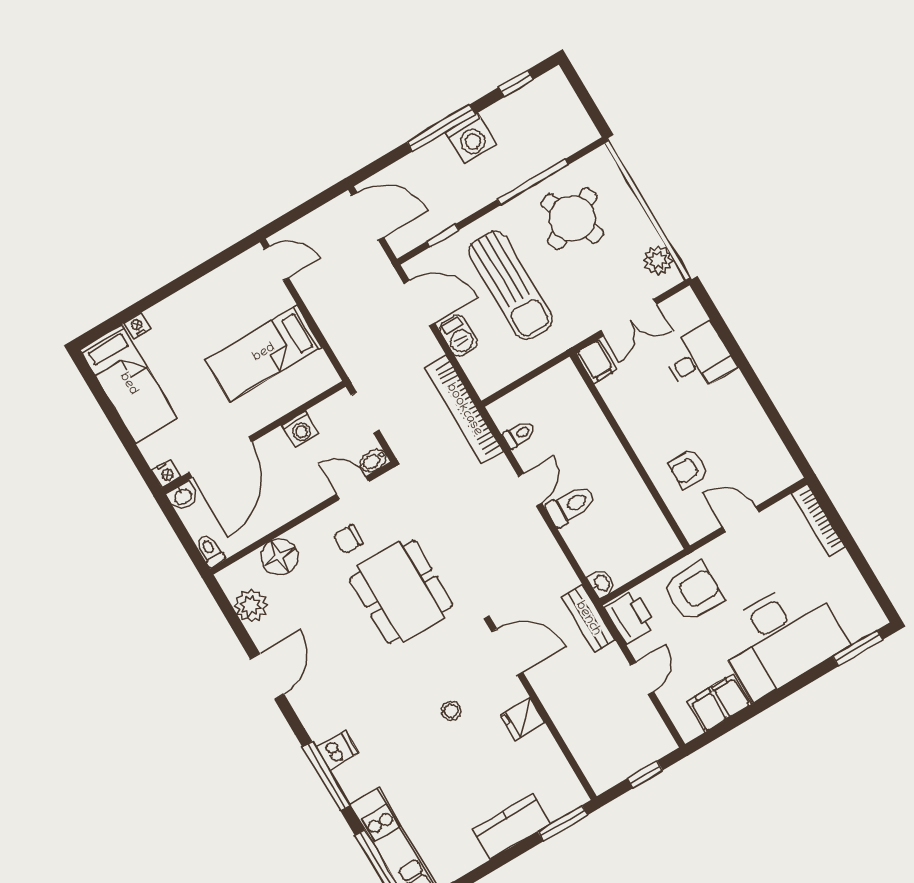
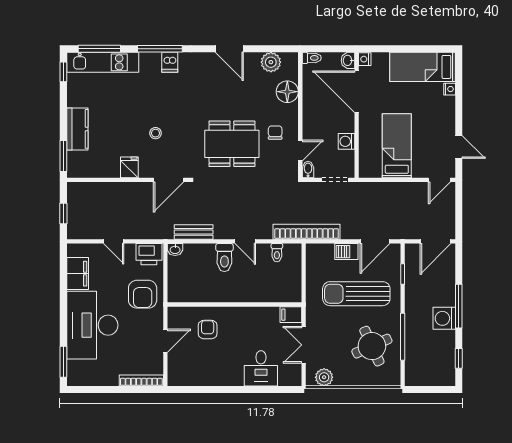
door: (213, 264) -> (459, 147), added
bench: (588, 619) -> (194, 232), moved

